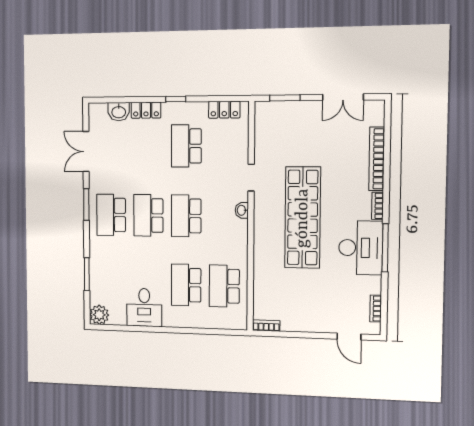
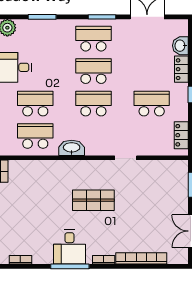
washbasin: (242, 210) -> (72, 148), moved, width x1.91, depth x1.45
shop shelf: (303, 218) -> (93, 200), width x0.50, depth x0.74
desk: (361, 248) -> (70, 247), width x0.73

